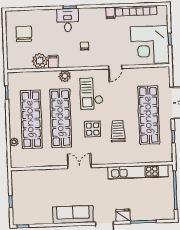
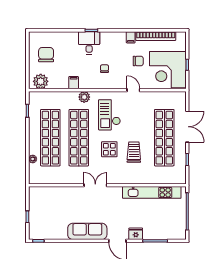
chair: (119, 37) -> (138, 61), added
plant: (40, 61) -> (41, 81), moved
door: (115, 67) -> (133, 90), swing flipped

